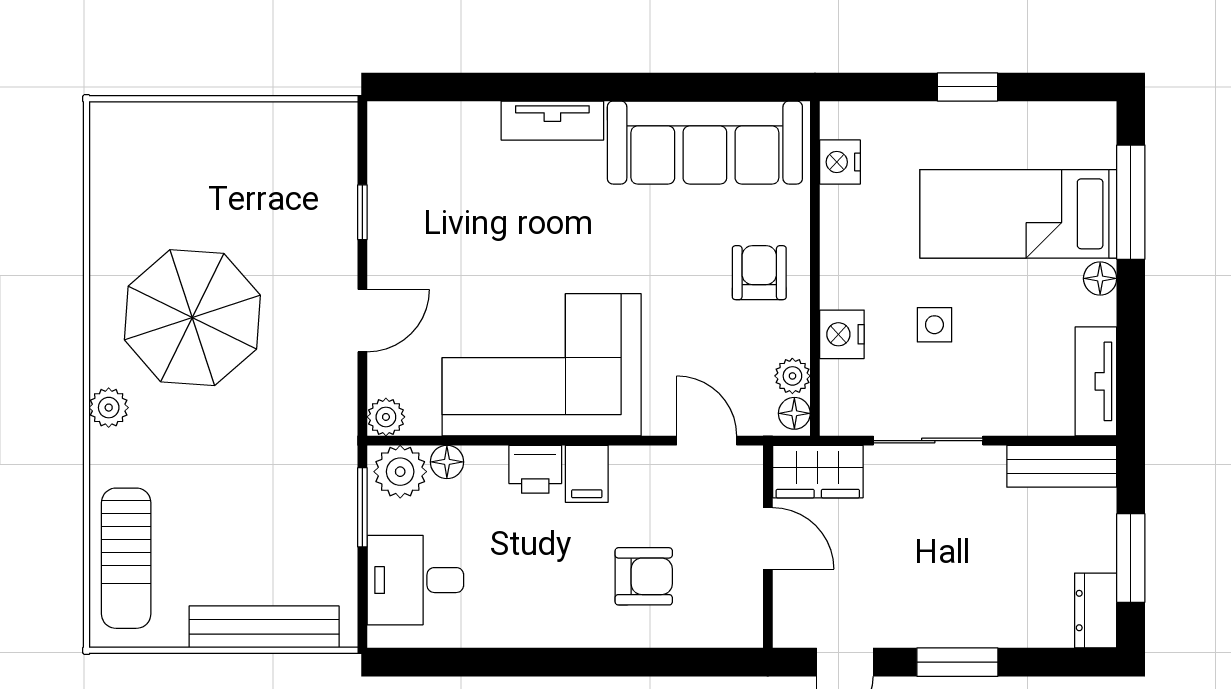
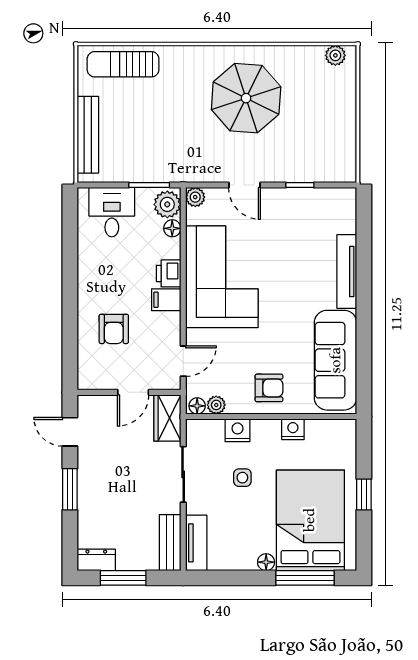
tv unit: (552, 121) -> (347, 271), width x1.41
nightstand: (840, 162) -> (293, 429), moved
bed: (1018, 214) -> (310, 520), width x1.50
tv unit: (1096, 381) -> (196, 543), moved, turned 90
plant: (109, 408) -> (335, 55), moved

